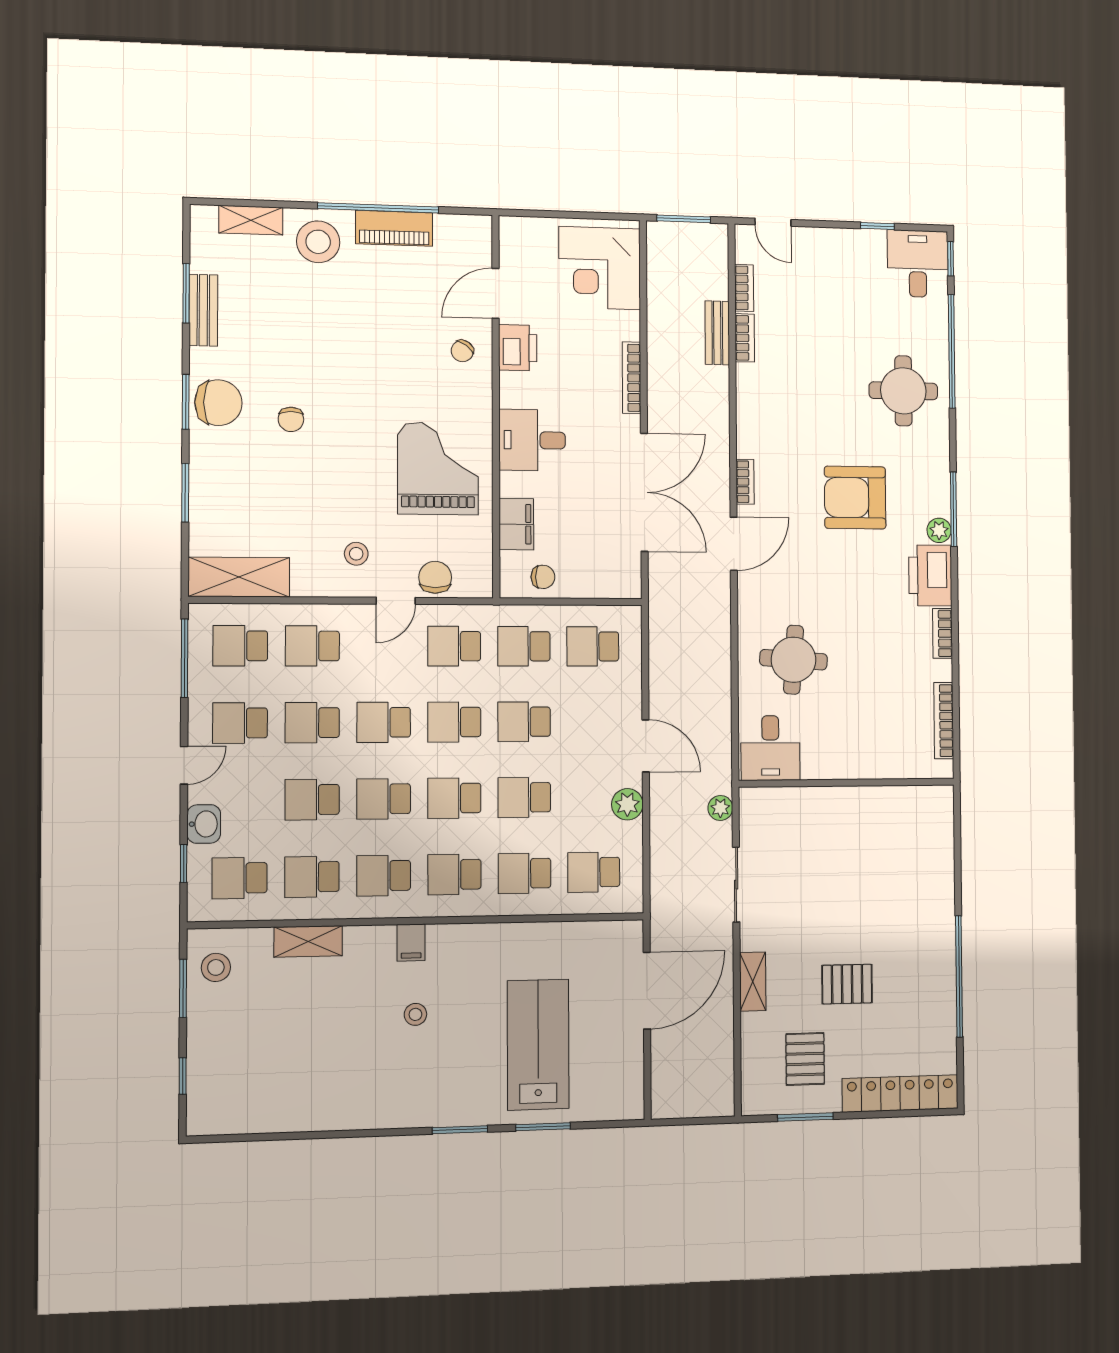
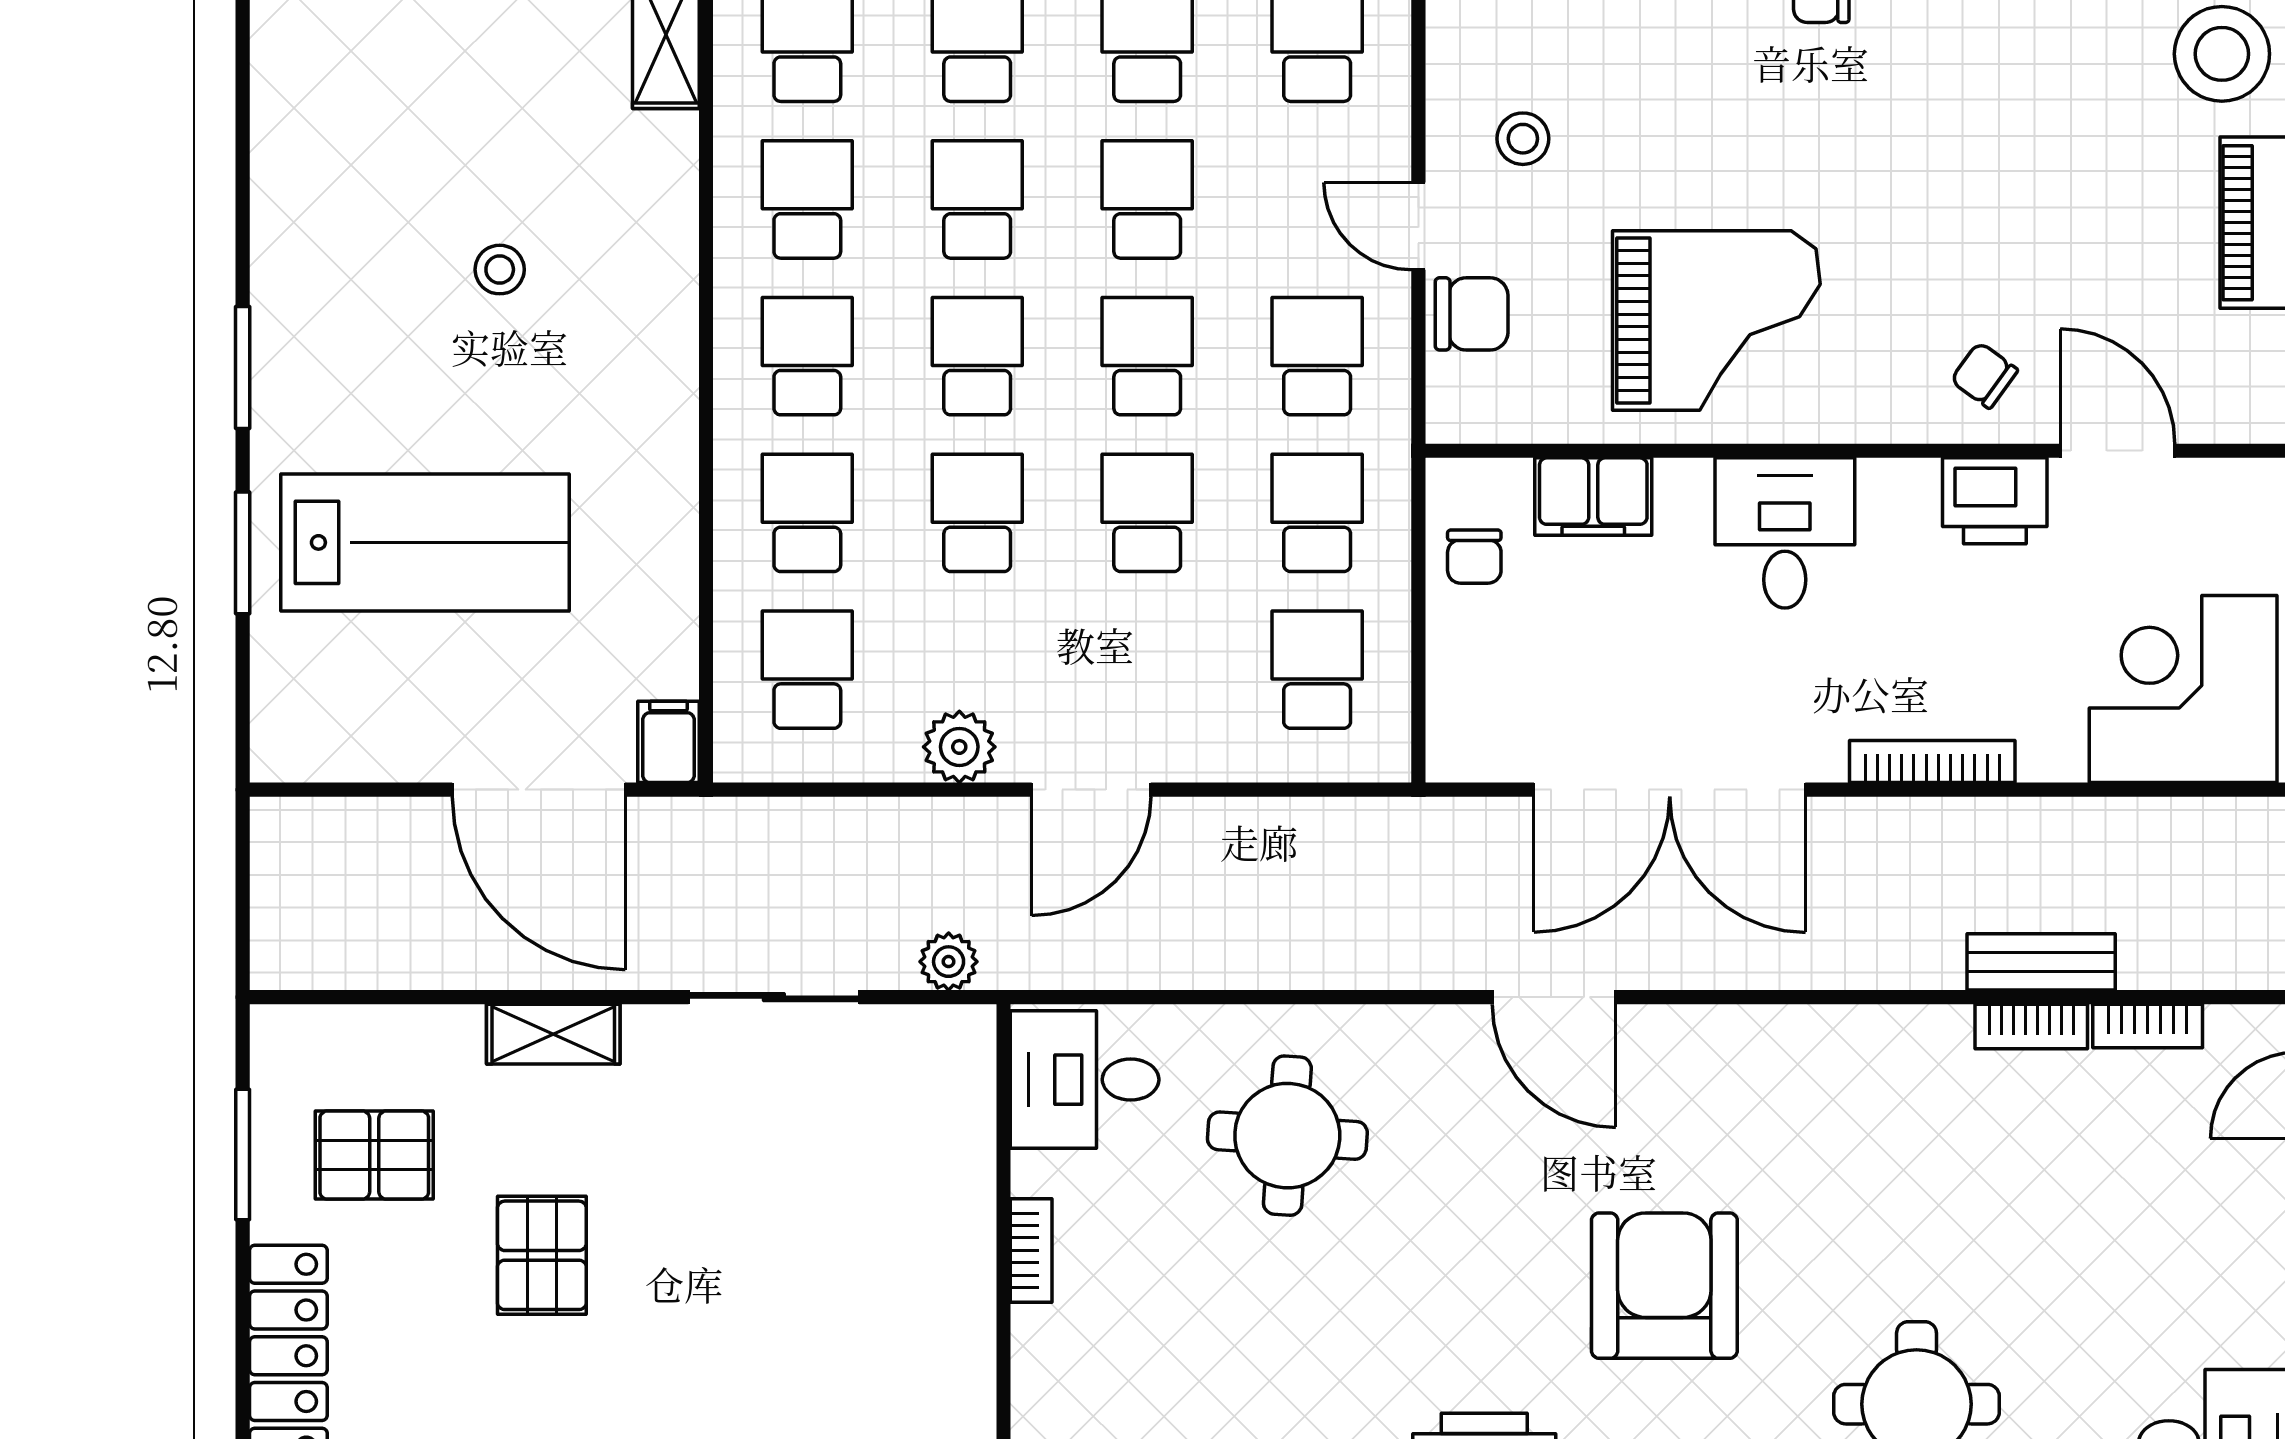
bookcase: (745, 482) -> (1031, 1250), moved, turned -90
filing cabinet: (411, 943) -> (668, 742), moved, turned 90

